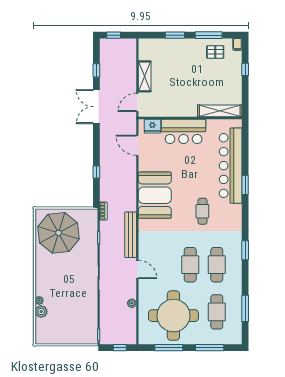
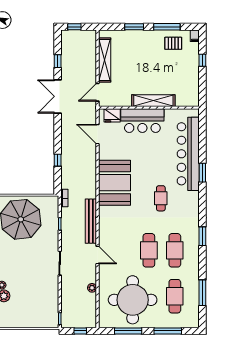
shelving: (145, 76) -> (105, 60), width x1.47
shelving: (220, 111) -> (153, 101), moved

